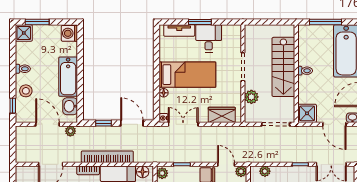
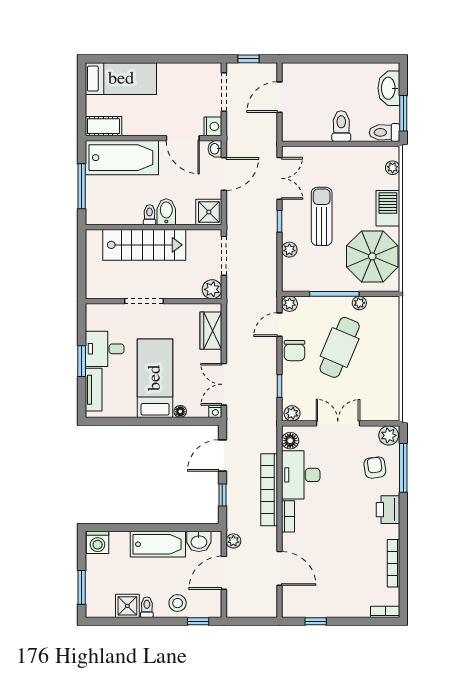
shower: (24, 33) -> (127, 606), moved
bidet: (307, 83) -> (166, 212), added
plant: (251, 97) -> (212, 289), moved
plant: (265, 171) -> (289, 250), moved

